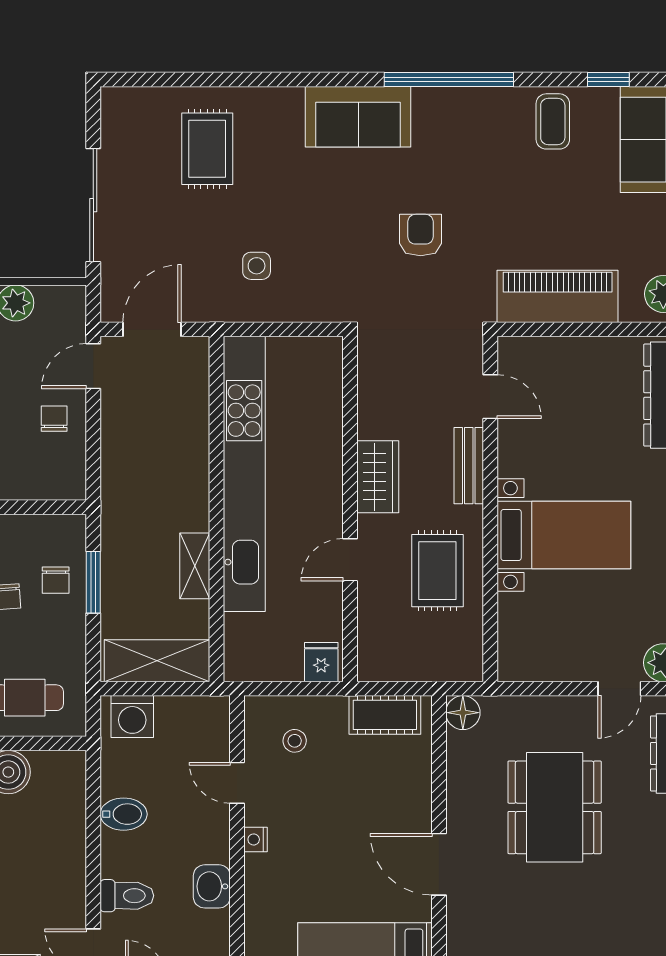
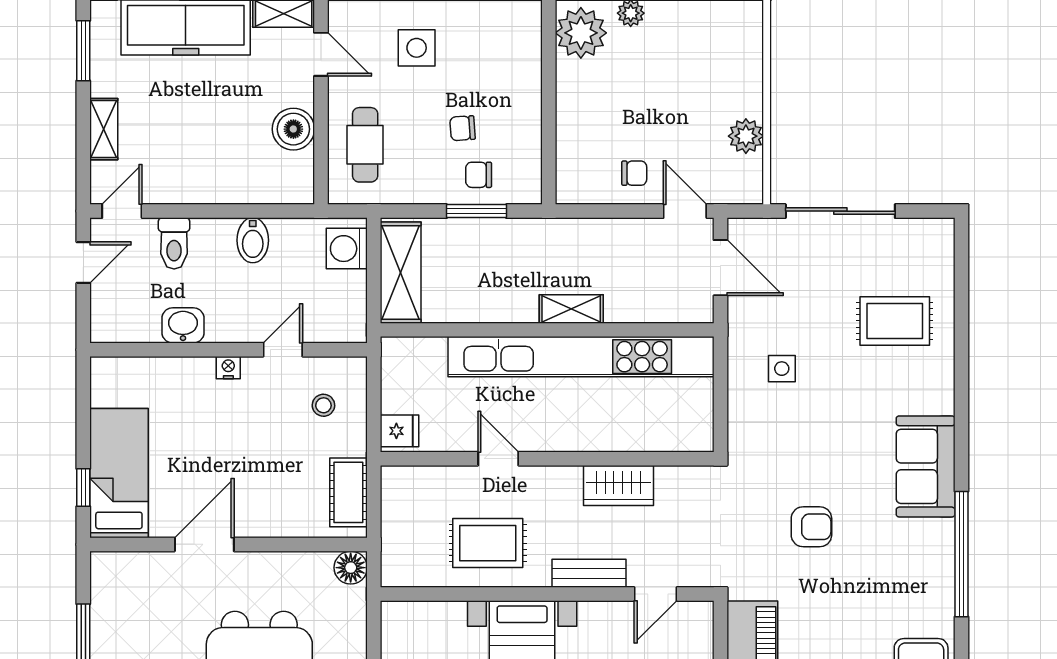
wardrobe: (378, 477) -> (618, 485), moved
shelving: (195, 566) -> (571, 309), moved

